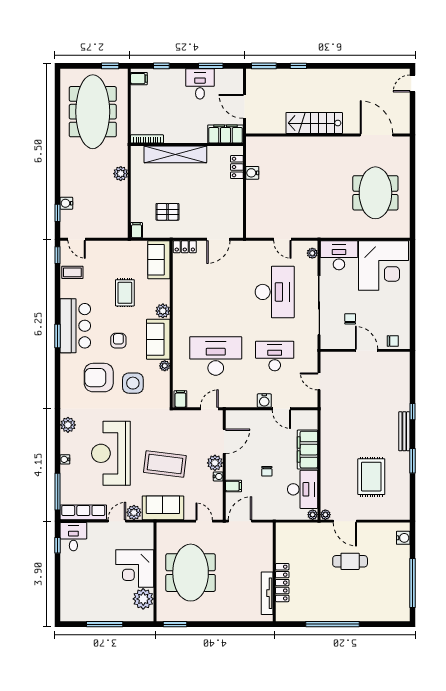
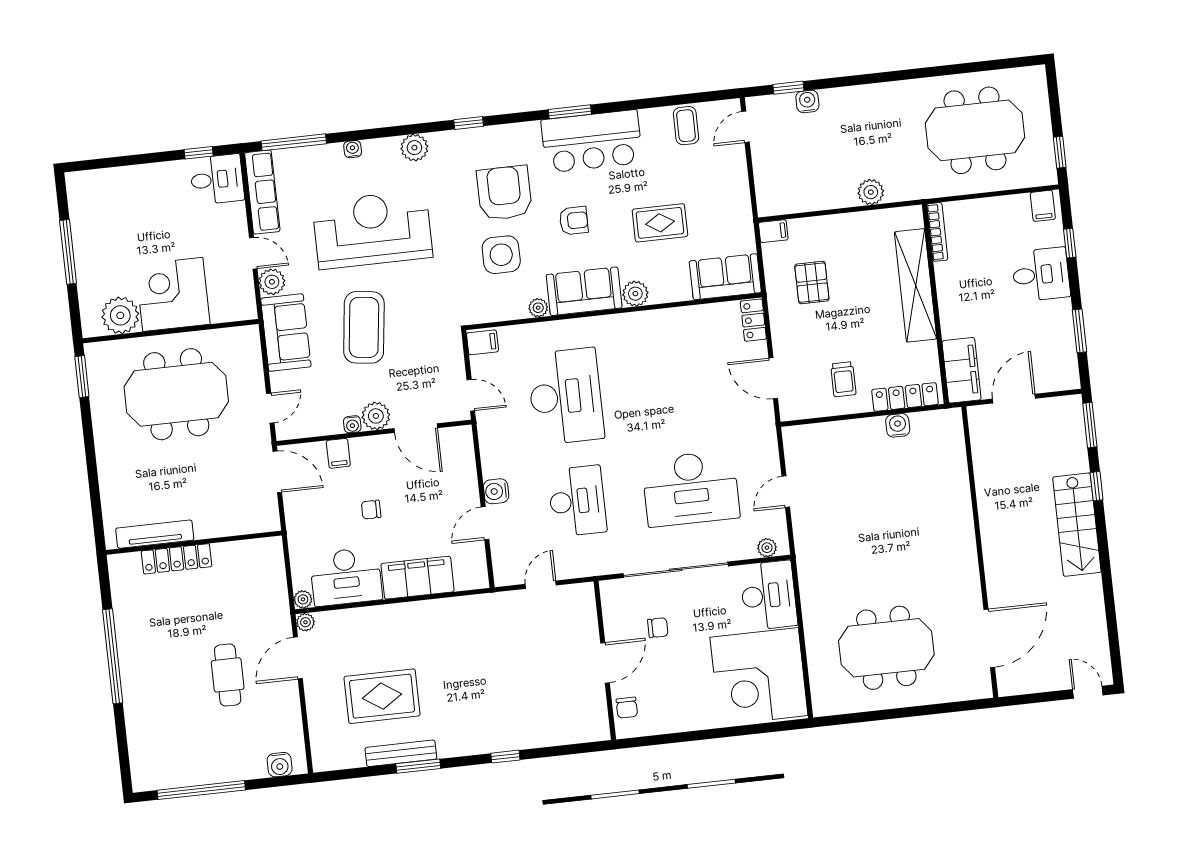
desk: (200, 84) -> (1041, 274), moved
meeting table: (93, 112) -> (975, 130), width x0.73
stairs: (314, 123) -> (1077, 525), moved, turned 180
locker: (237, 167) -> (905, 397), width x1.53
trolley: (223, 200) -> (843, 379), added
window: (58, 255) -> (469, 123), moved
bench: (404, 431) -> (401, 753), moved

